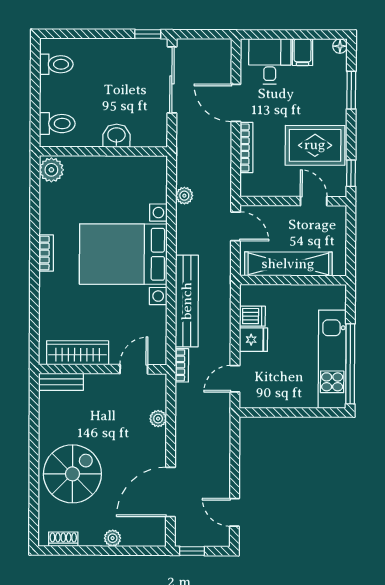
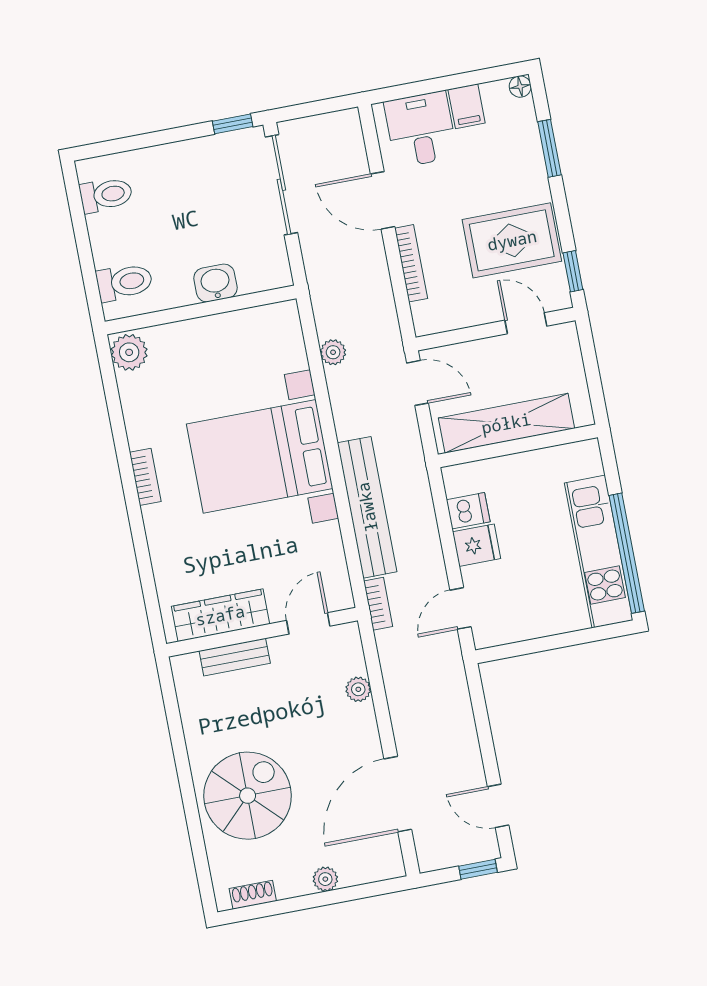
bench: (61, 382) -> (235, 657), moved
window: (192, 551) -> (478, 869), moved

